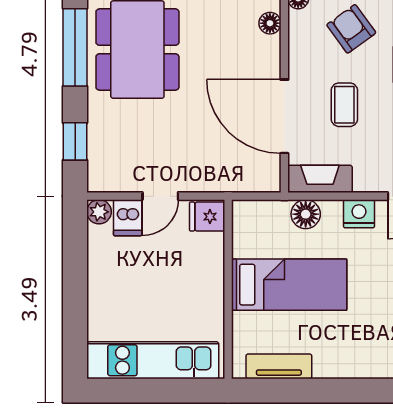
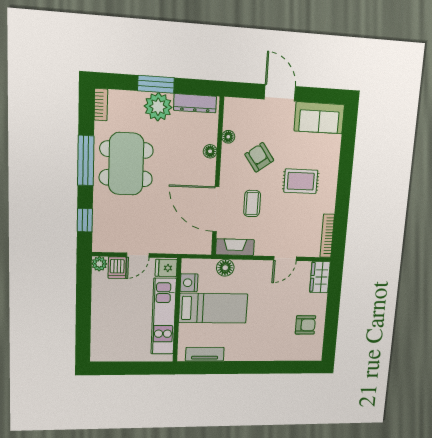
nightstand: (359, 214) -> (189, 283), moved, turned -90
kitchen unit: (153, 360) -> (164, 316), moved, turned -90

